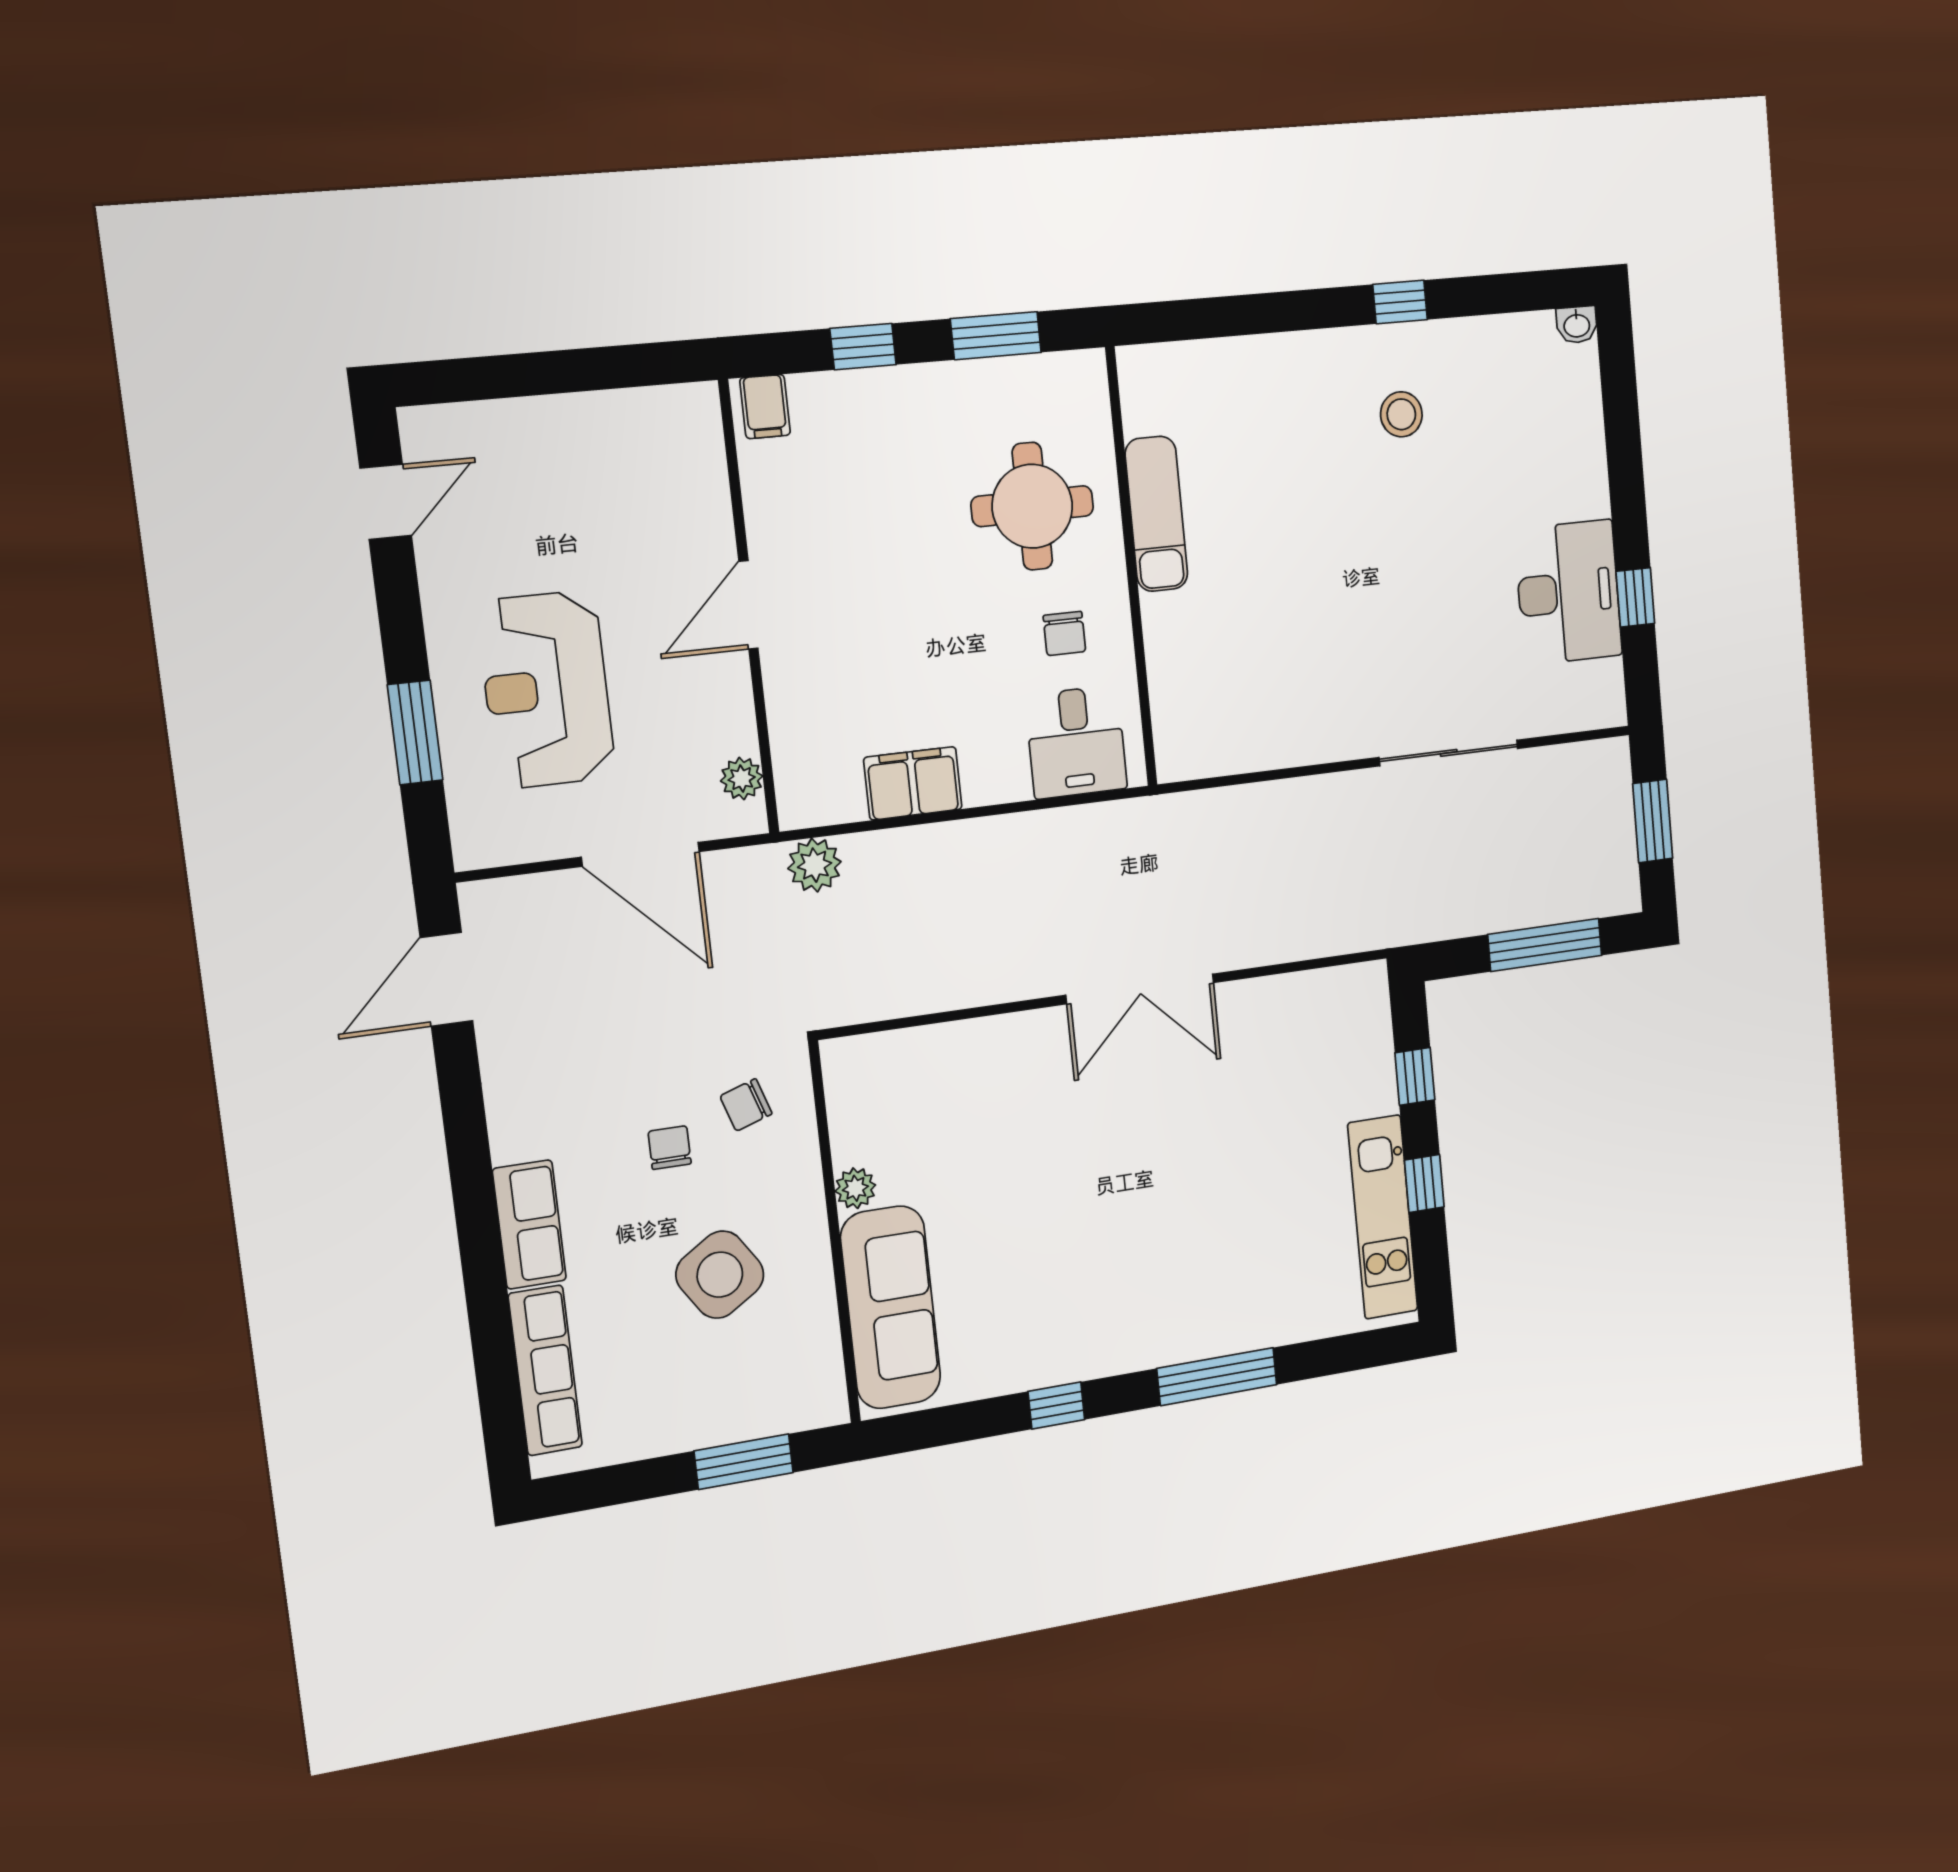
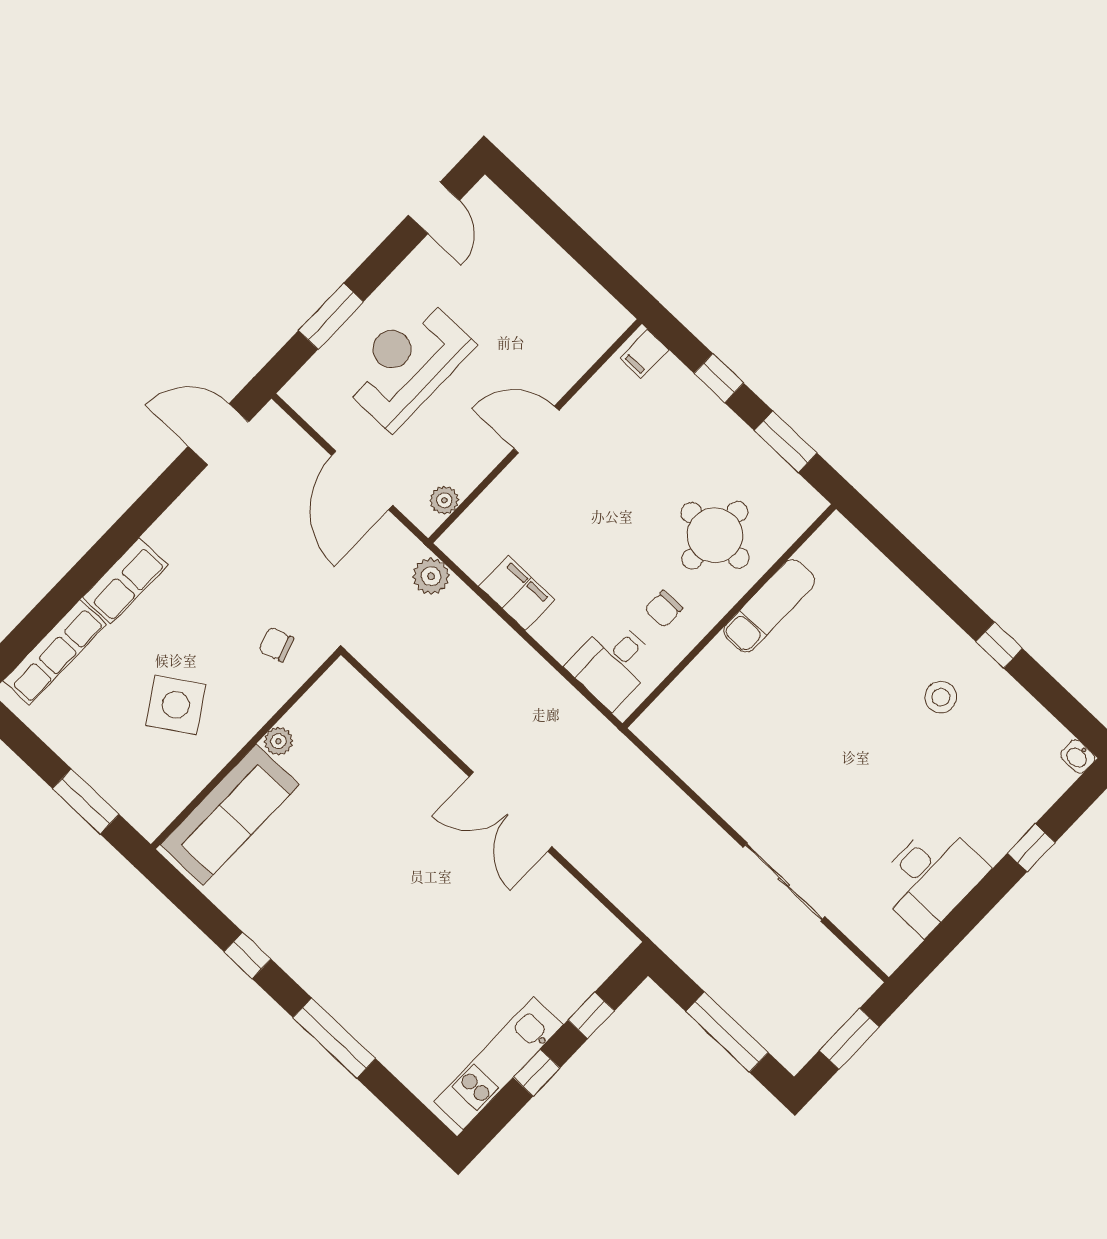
door: (386, 502) -> (434, 208), hinge flipped
window: (1635, 597) -> (1031, 848), moved
chair: (670, 1148) -> (222, 622), removed

